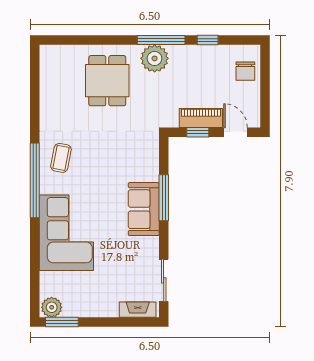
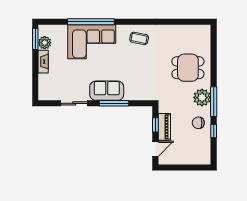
chair: (245, 71) -> (198, 123), moved
window: (35, 180) -> (91, 22), moved
sliding door: (164, 280) -> (74, 103), moved
plant: (52, 307) -> (45, 43), moved
fireplace: (138, 310) -> (43, 62), moved

